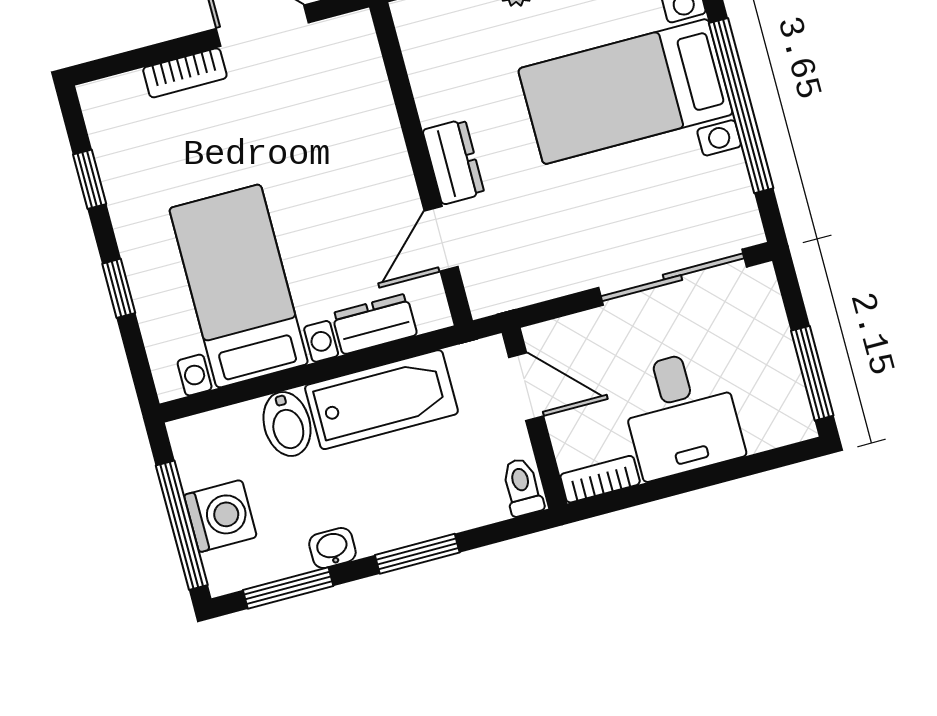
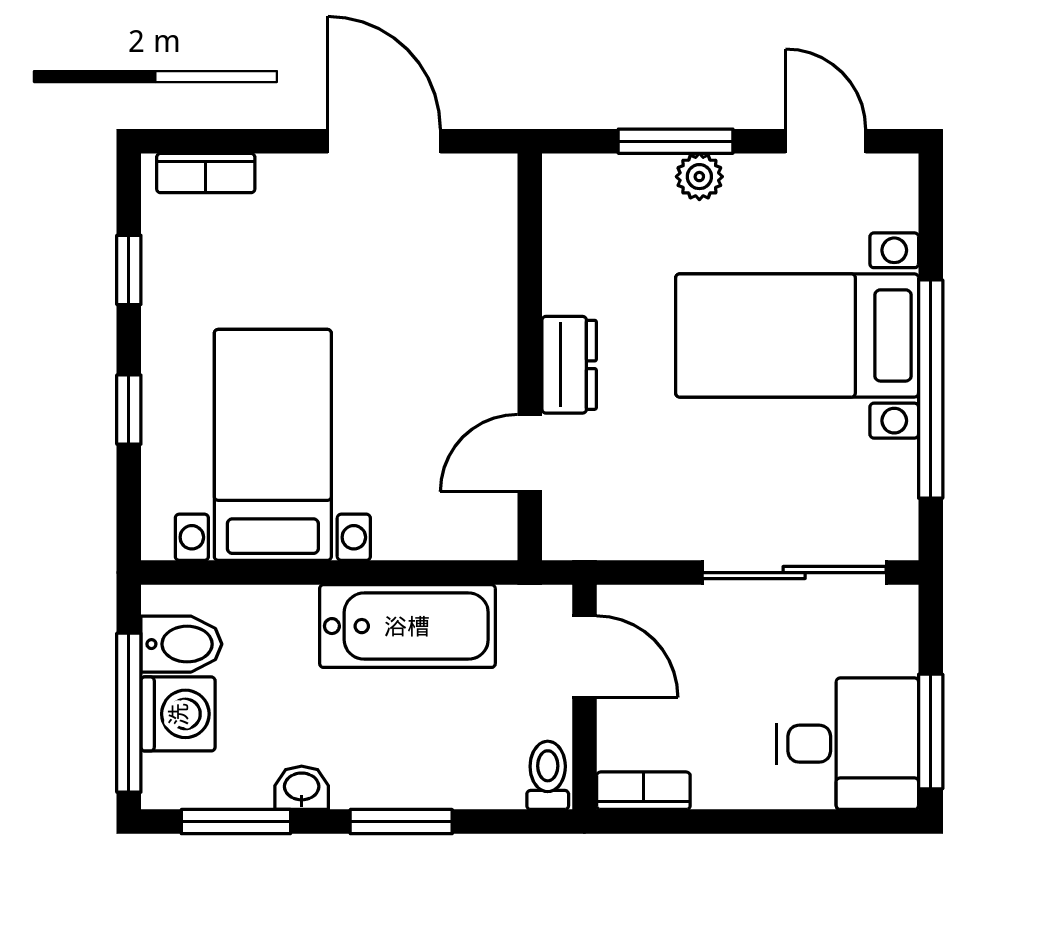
bookcase: (185, 73) -> (206, 173), moved
dresser: (374, 324) -> (423, 533), removed
desk: (681, 414) -> (848, 744), moved, turned -90
bidet: (287, 424) -> (181, 644), moved, turned -90

